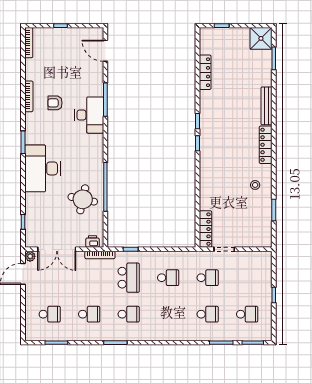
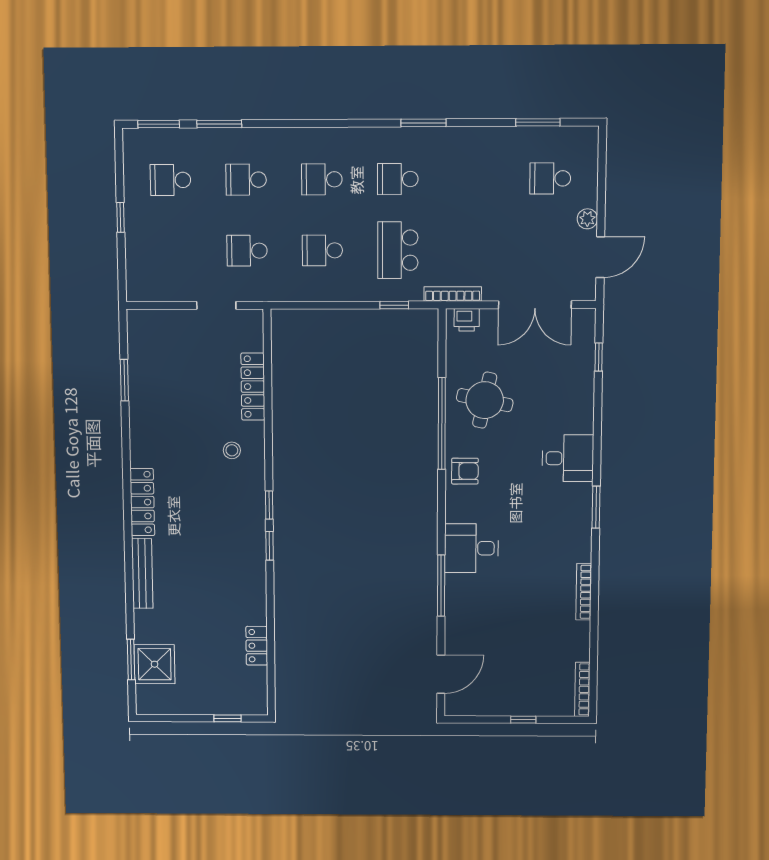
shower: (261, 38) -> (155, 664), moved
door: (105, 51) -> (441, 674), hinge flipped
locker: (205, 72) -> (257, 646), width x0.66
armchair: (55, 103) -> (465, 471), moved
desk: (89, 115) -> (471, 548), width x0.73
desk: (43, 168) -> (568, 458), width x0.53, depth x0.77
stool: (255, 185) -> (232, 450), moved
locker: (205, 229) -> (253, 387), moved
double door: (57, 249) -> (535, 305), swing flipped
plant: (30, 256) -> (587, 219), moved
school desk: (89, 314) -> (322, 179), moved

